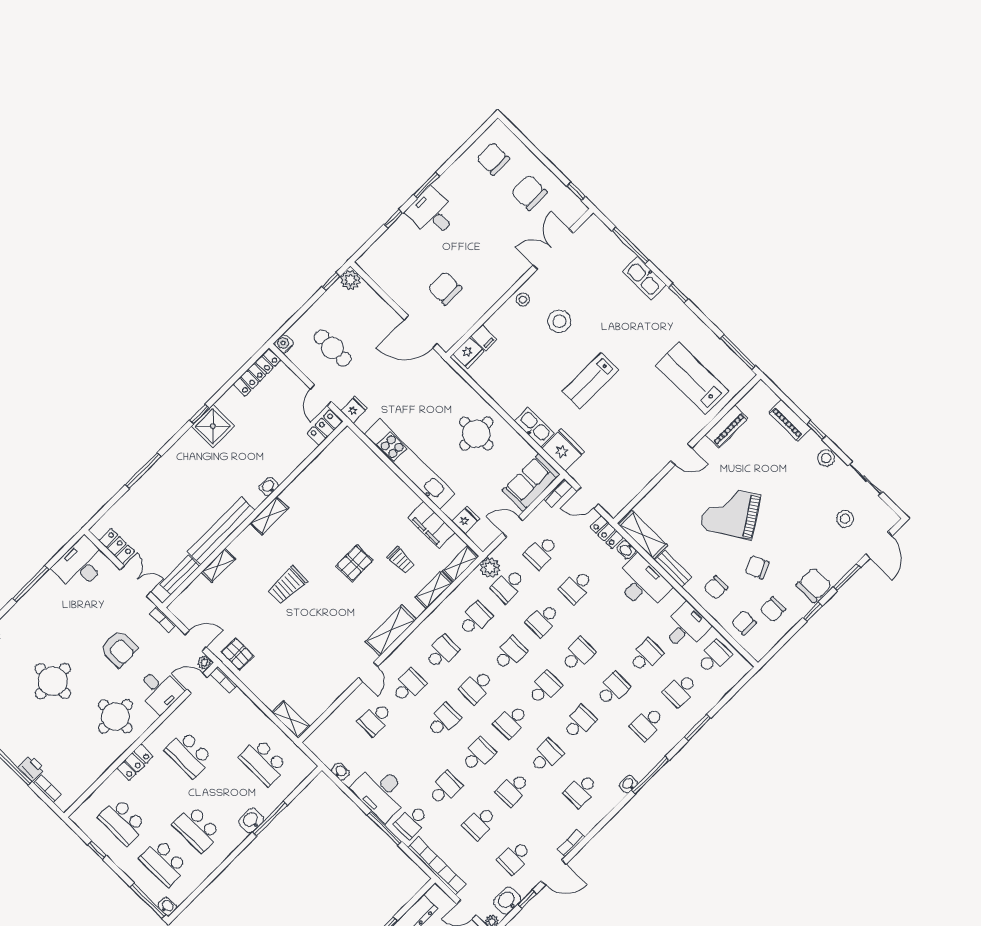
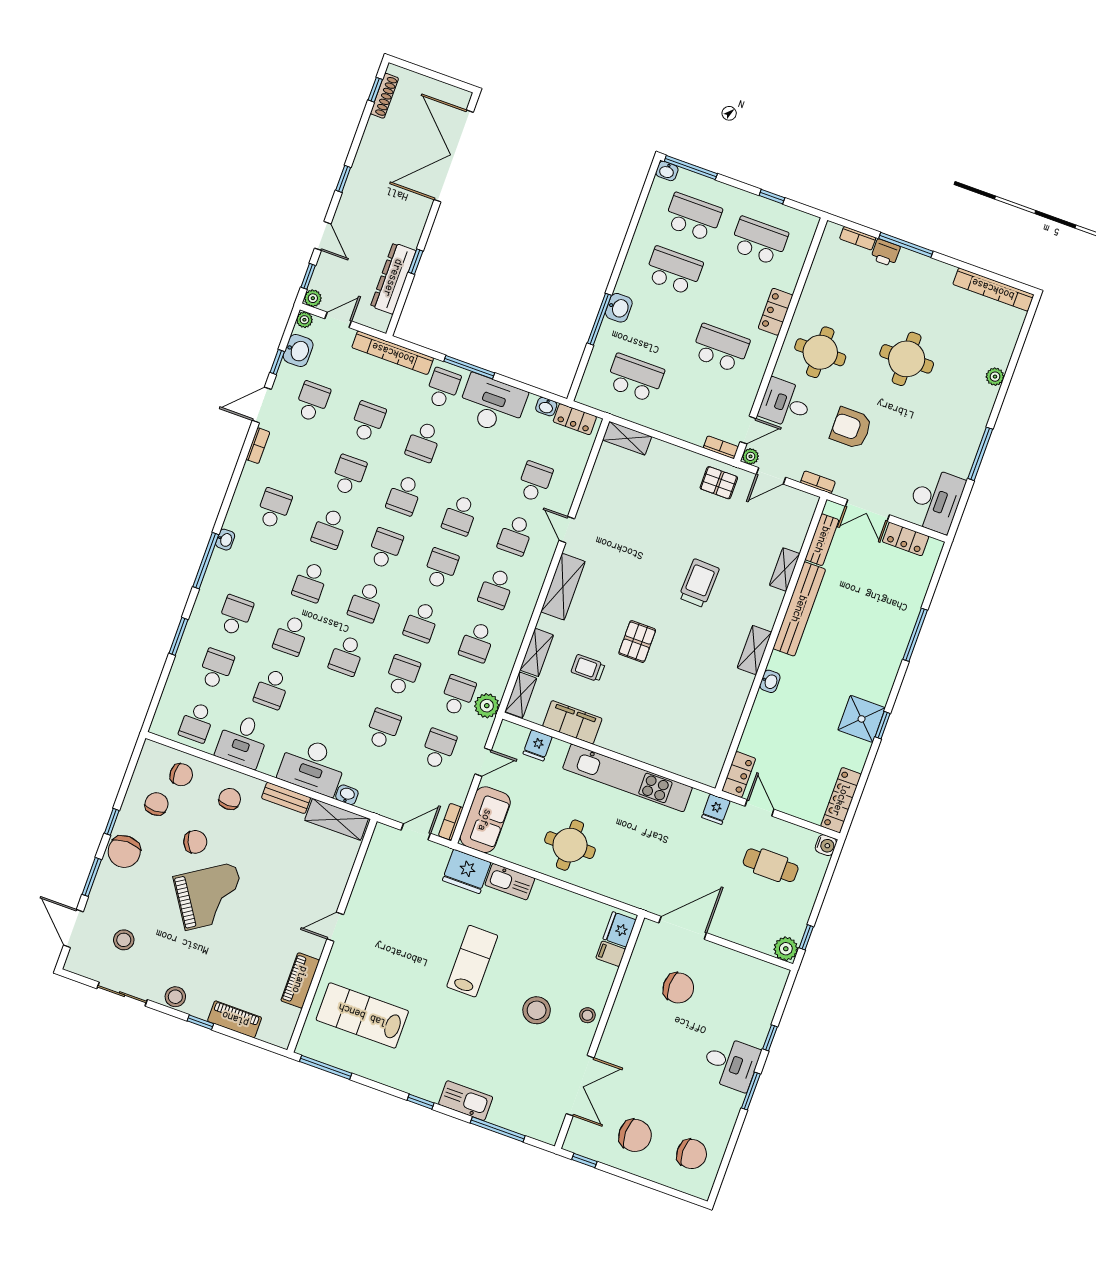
lab bench: (692, 378) -> (362, 1015), turned 180
grand piano: (731, 512) -> (210, 896), moved
locker: (607, 532) -> (575, 419), moved, turned 180

